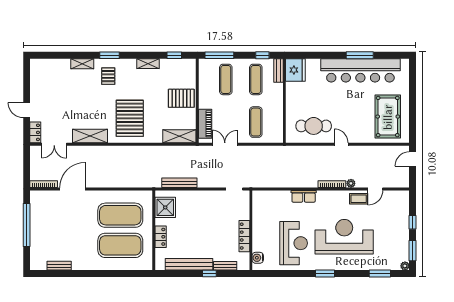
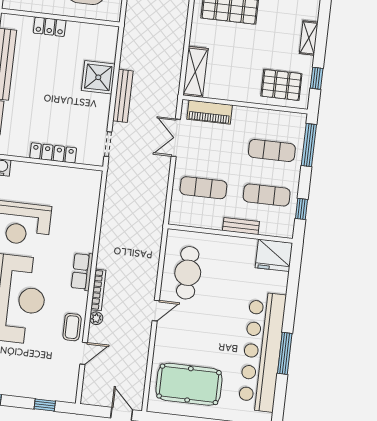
bench: (278, 70) -> (241, 226), moved
pallet: (181, 98) -> (281, 85), moved, turned 90
double door: (225, 144) -> (176, 138), swing flipped
bench: (179, 183) -> (123, 96), moved
door: (375, 189) -> (84, 353), swing flipped
row of seats: (304, 196) -> (82, 271), moved
shower: (165, 207) -> (98, 77), moved
window: (413, 222) -> (45, 405), moved
locker: (244, 236) -> (53, 153), moved

